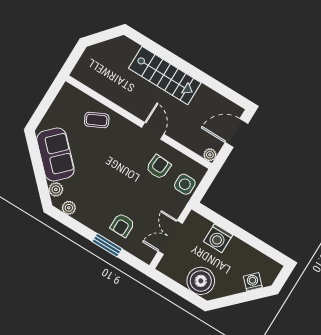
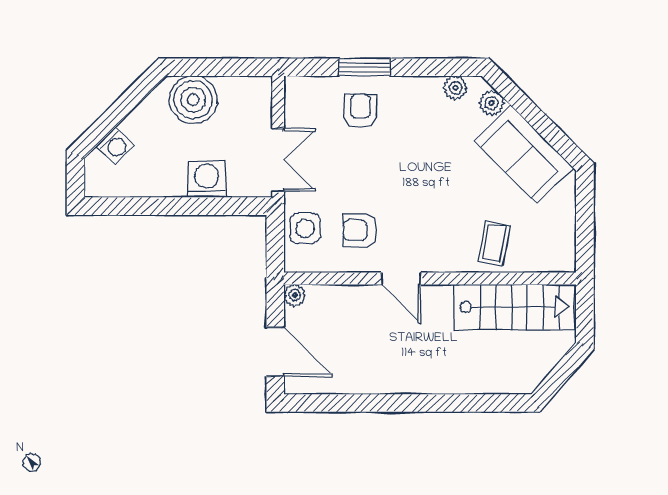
stairs: (165, 75) -> (514, 307), moved, turned 180
coffee table: (97, 120) -> (494, 243), turned -53
door: (236, 133) -> (275, 352), hinge flipped
armchair: (159, 167) -> (360, 230), turned 86
double door: (170, 237) -> (278, 160), moved

